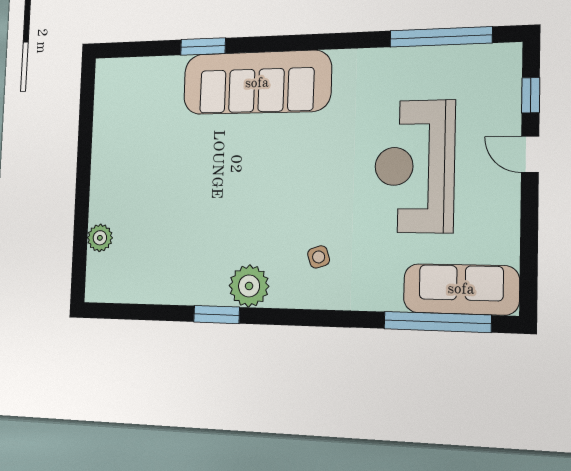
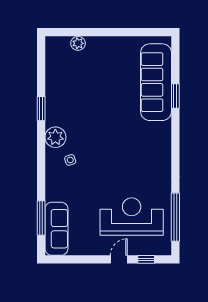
sofa: (257, 83) -> (156, 82), moved
reception desk: (414, 166) -> (132, 217), moved
plant: (249, 286) -> (55, 137), moved
window: (437, 322) -> (41, 218), width x0.68

